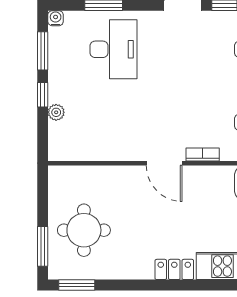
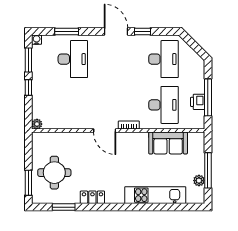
plant: (56, 112) -> (37, 124), moved
locker: (174, 269) -> (92, 197), moved
window: (77, 285) -> (64, 207), moved

